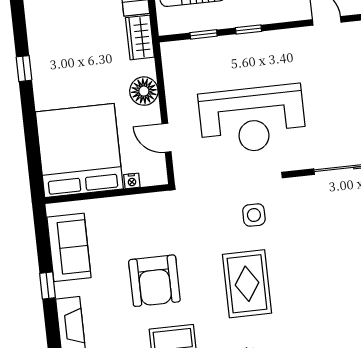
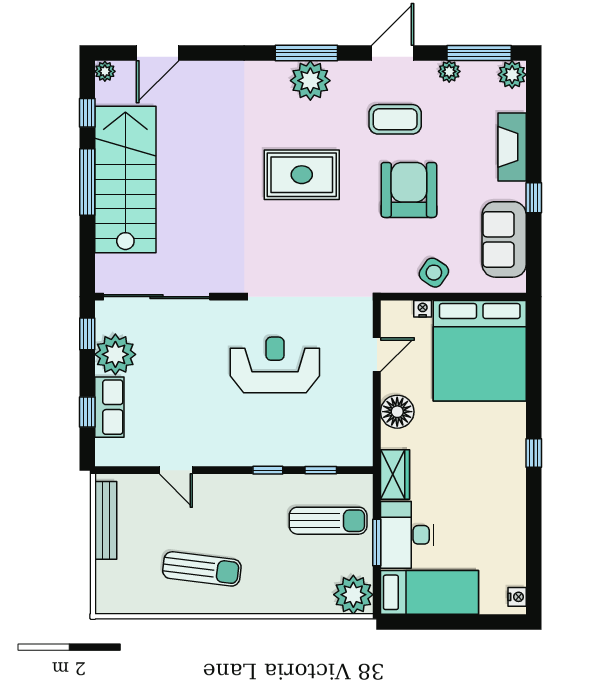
reception desk: (252, 120) -> (275, 365), width x0.74, depth x0.77
door: (167, 138) -> (377, 355), hinge flipped
side table: (254, 215) -> (434, 273), moved, turned 34
rug: (247, 284) -> (302, 175), turned 90

